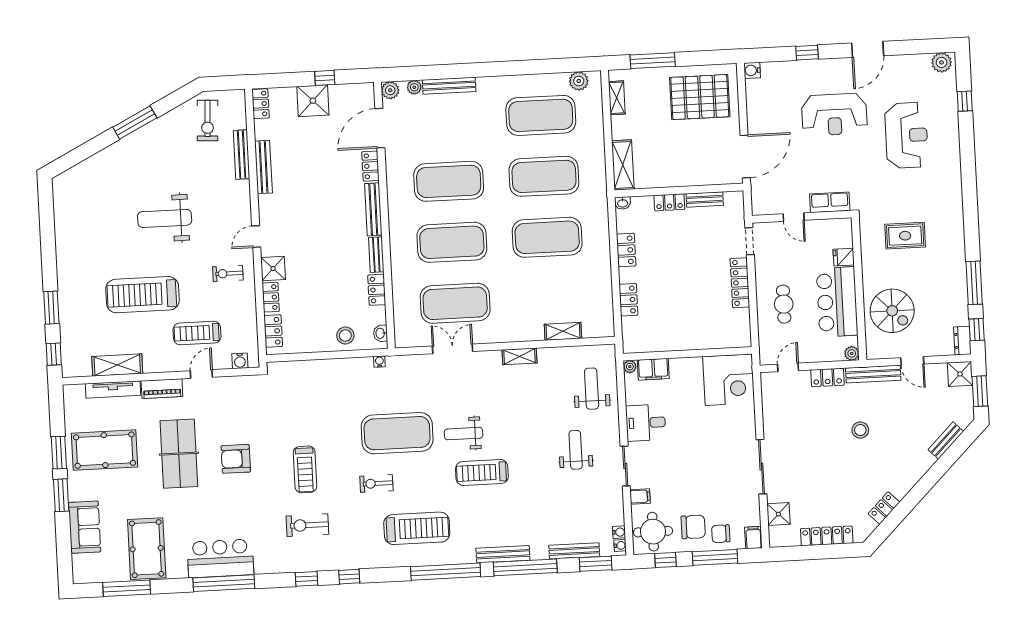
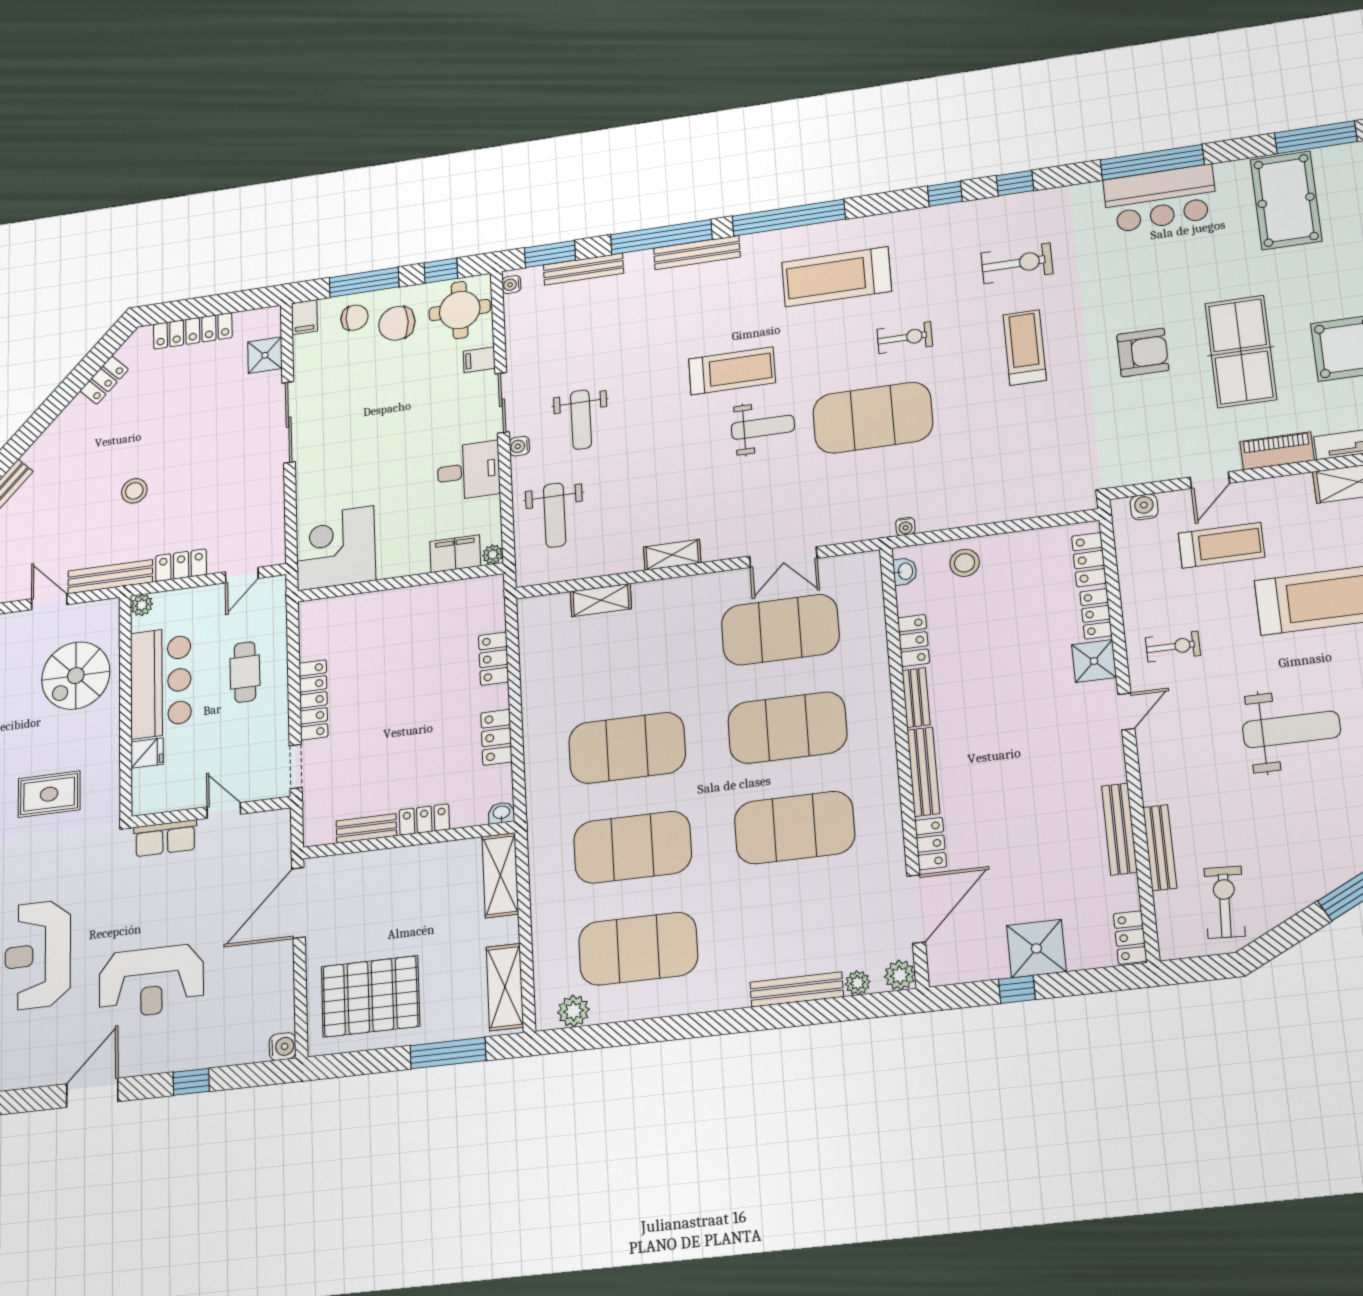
shelving: (617, 98) -> (505, 987), width x1.50, depth x1.33
reception desk: (834, 114) -> (151, 981), turned 180
spiral stairs: (892, 311) -> (76, 676), turned -90
water cooler: (619, 532) -> (519, 446), moved

